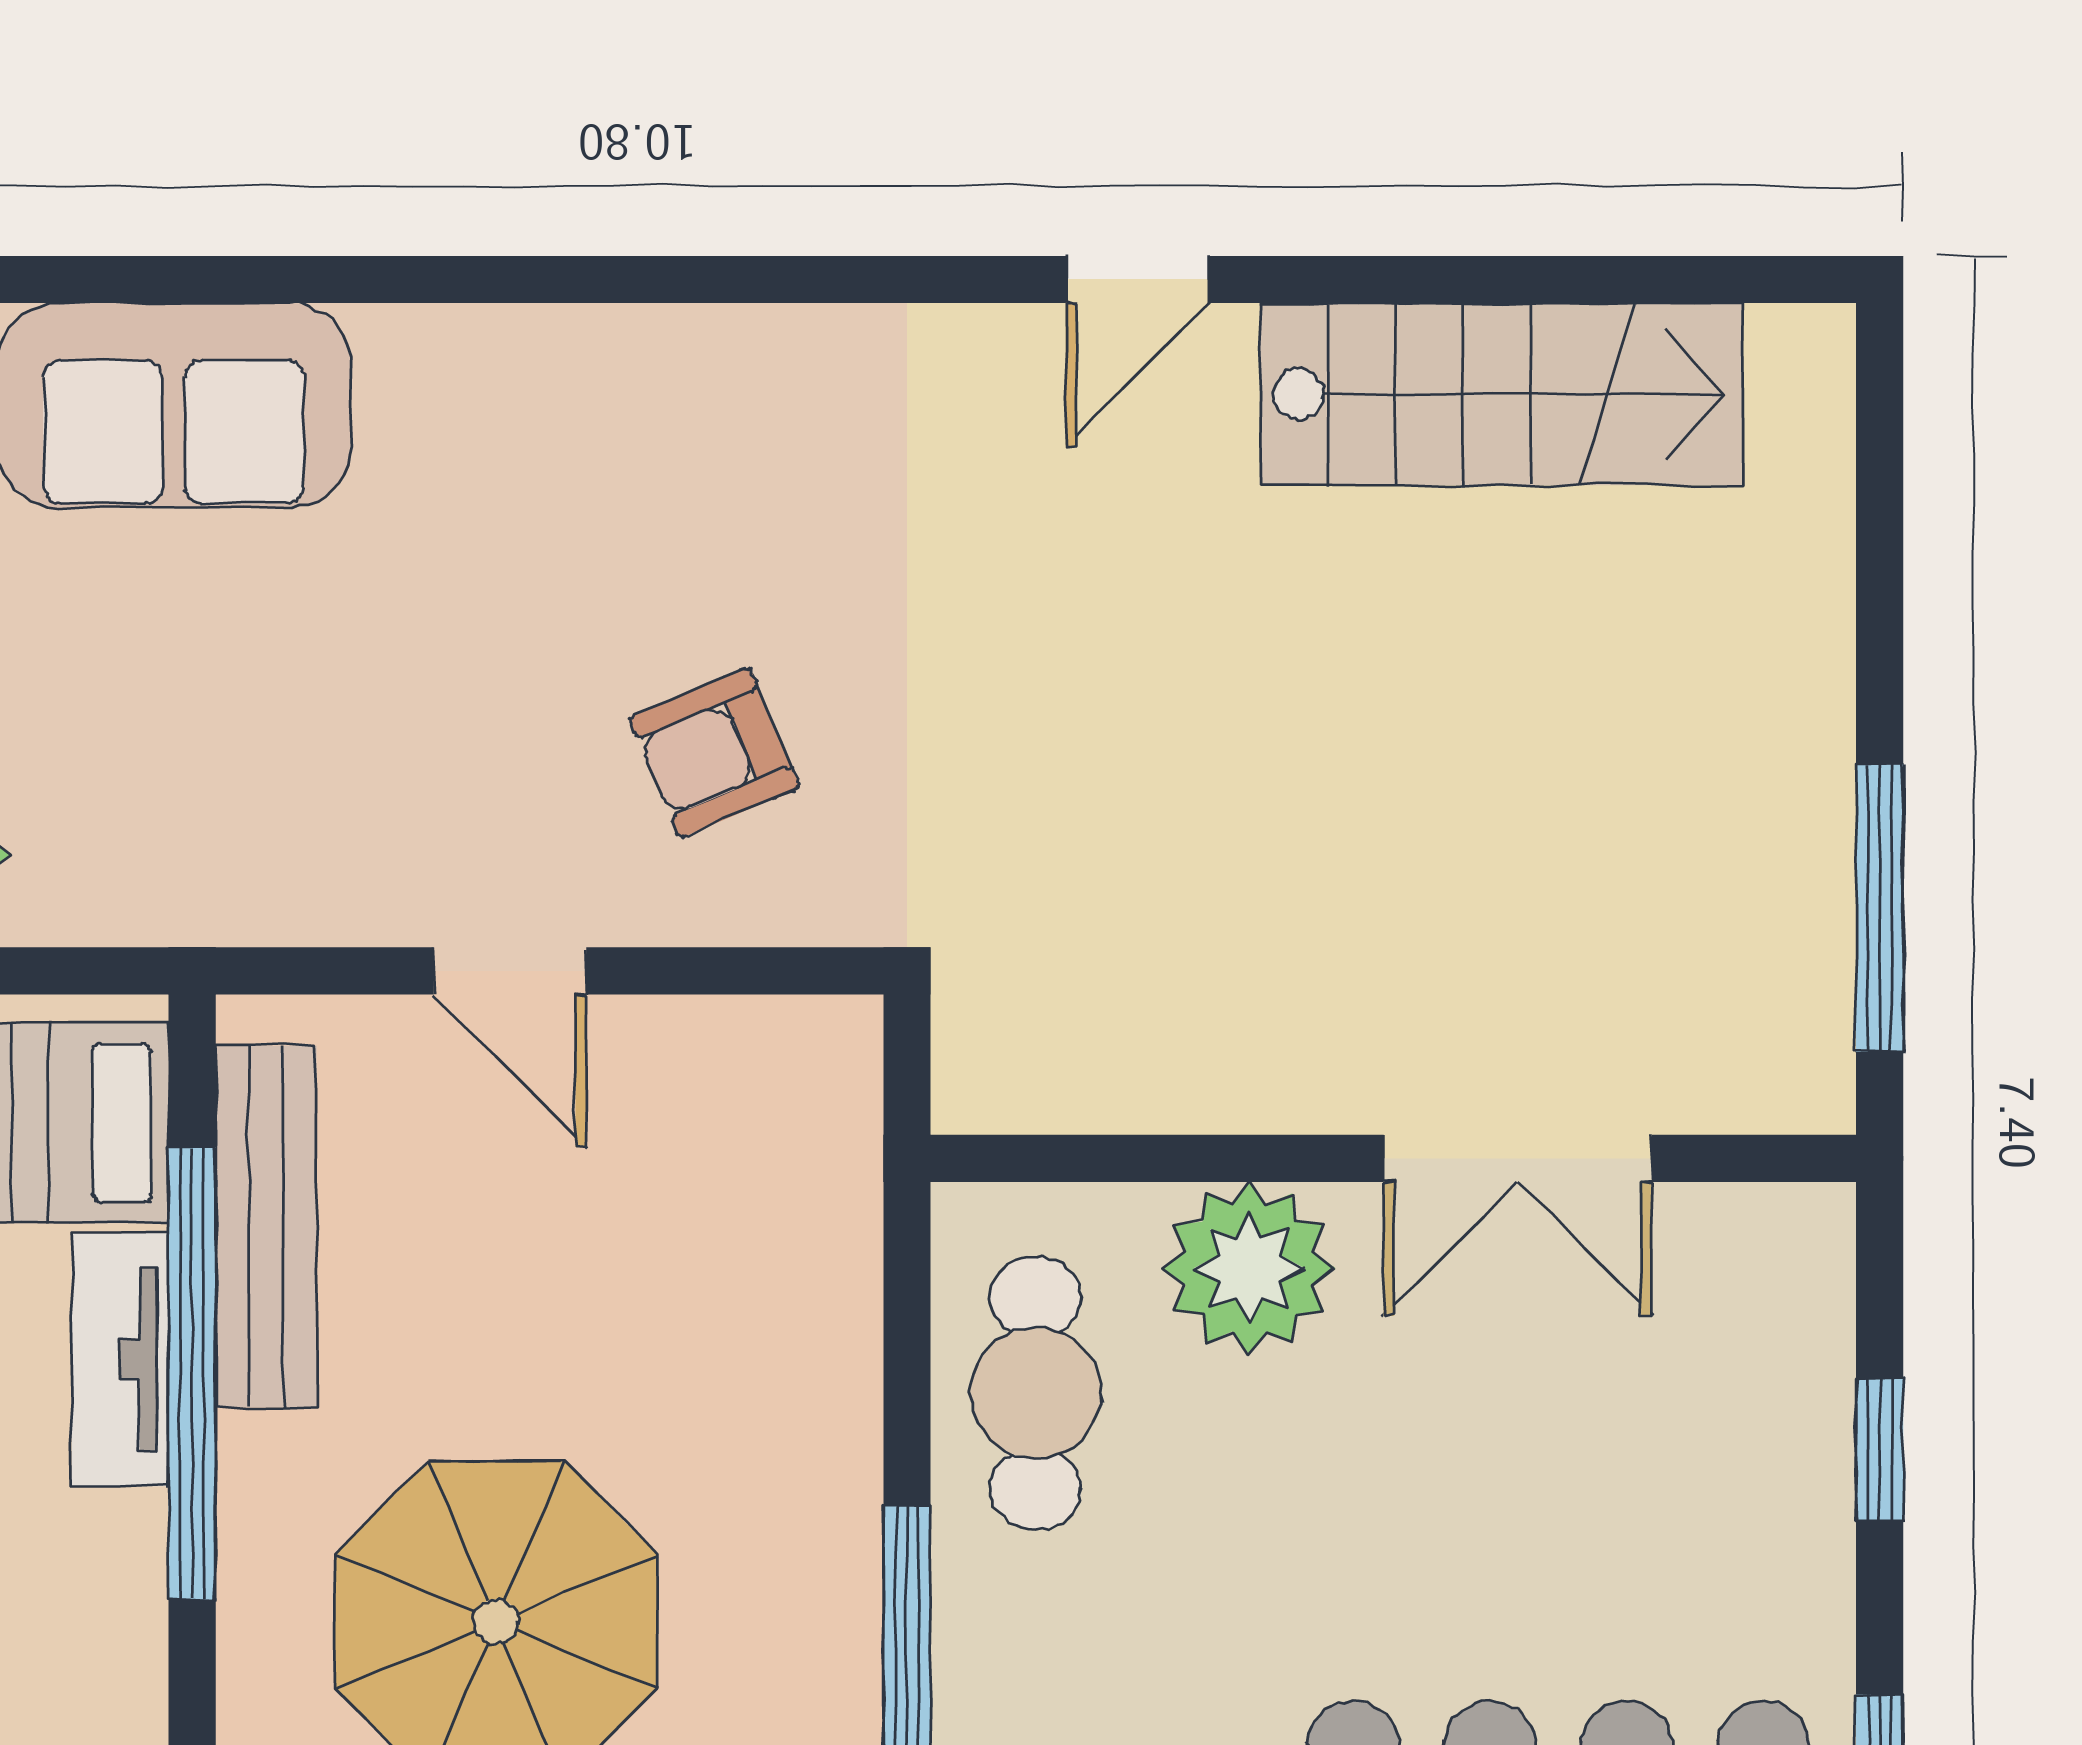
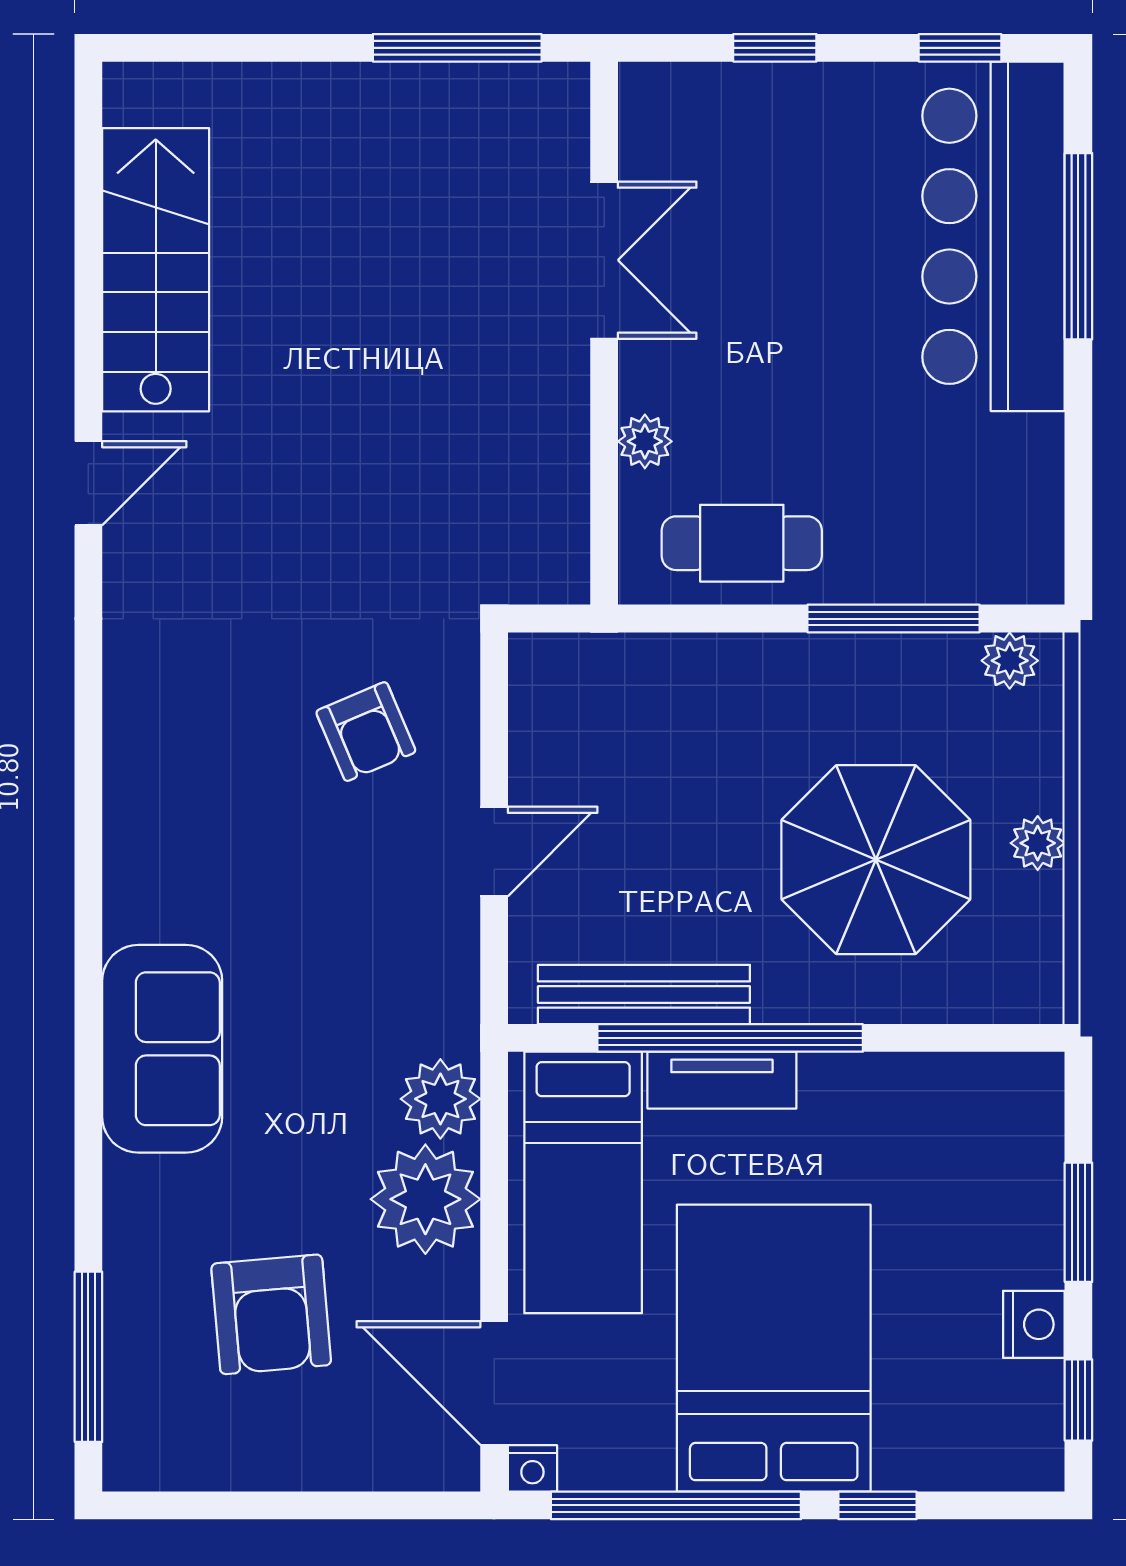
door: (1138, 279) -> (88, 483), hinge flipped
plant: (88, 880) -> (440, 1099), added
plant: (1249, 1268) -> (645, 441), width x0.53, depth x0.53

